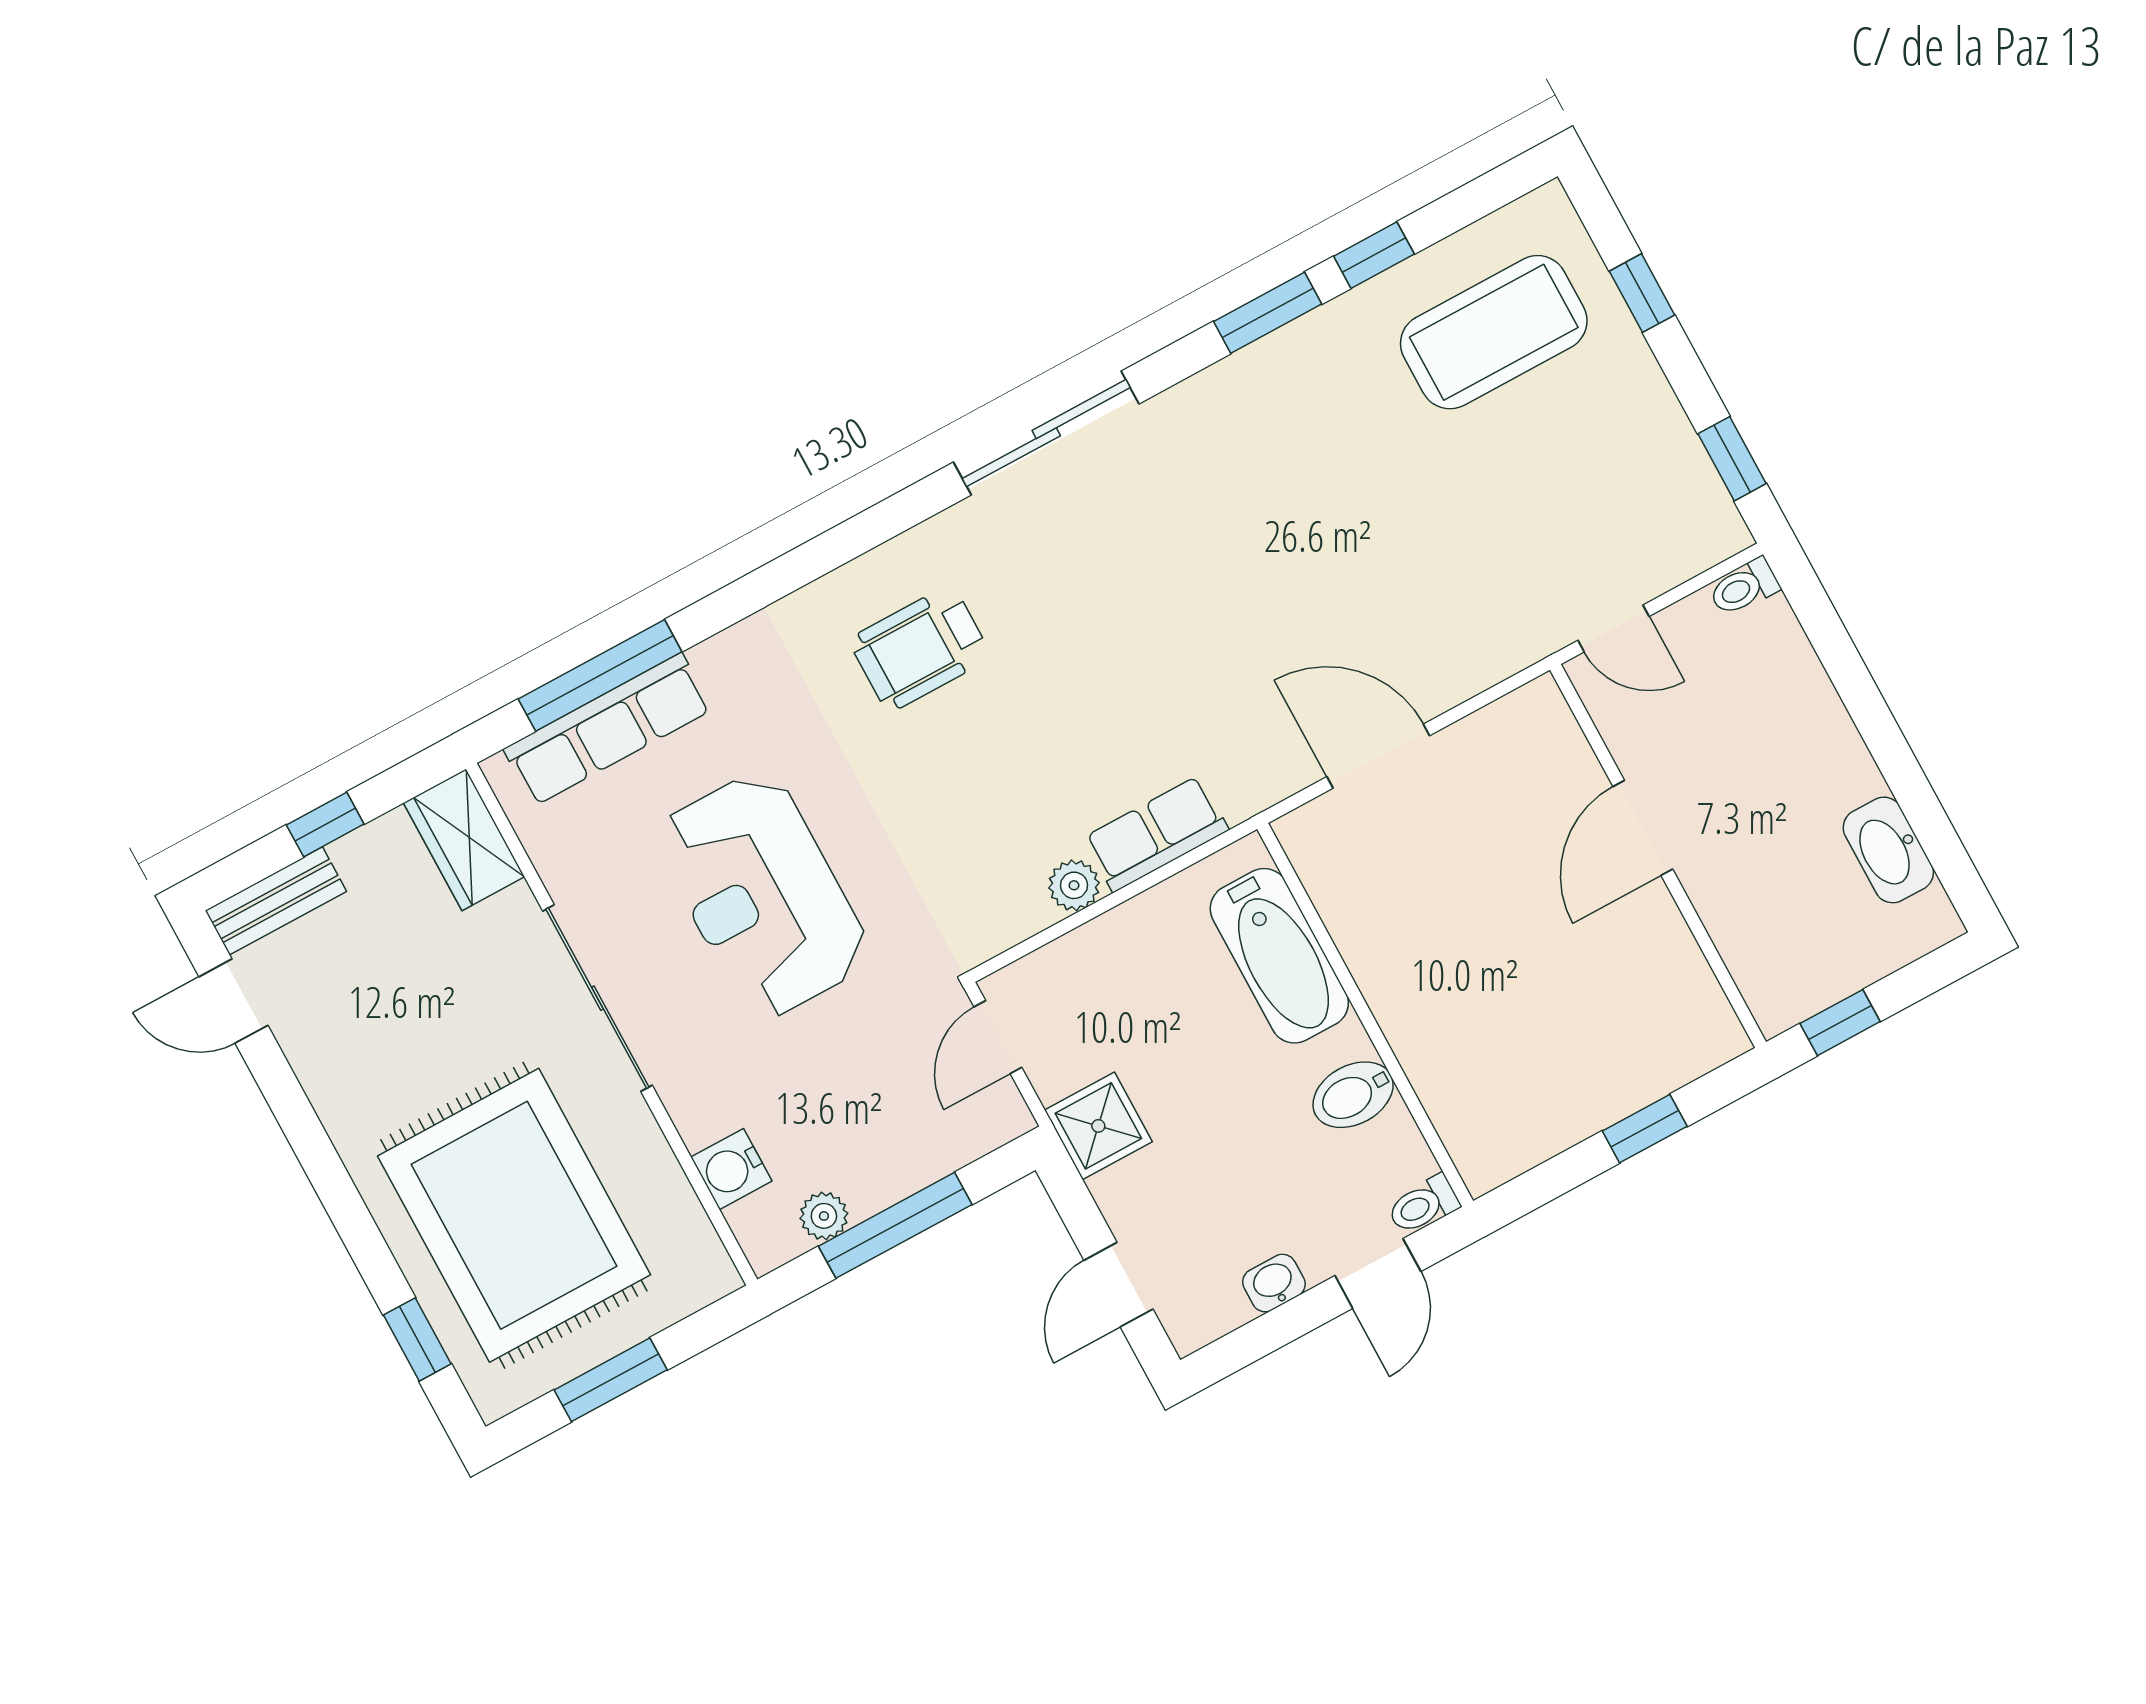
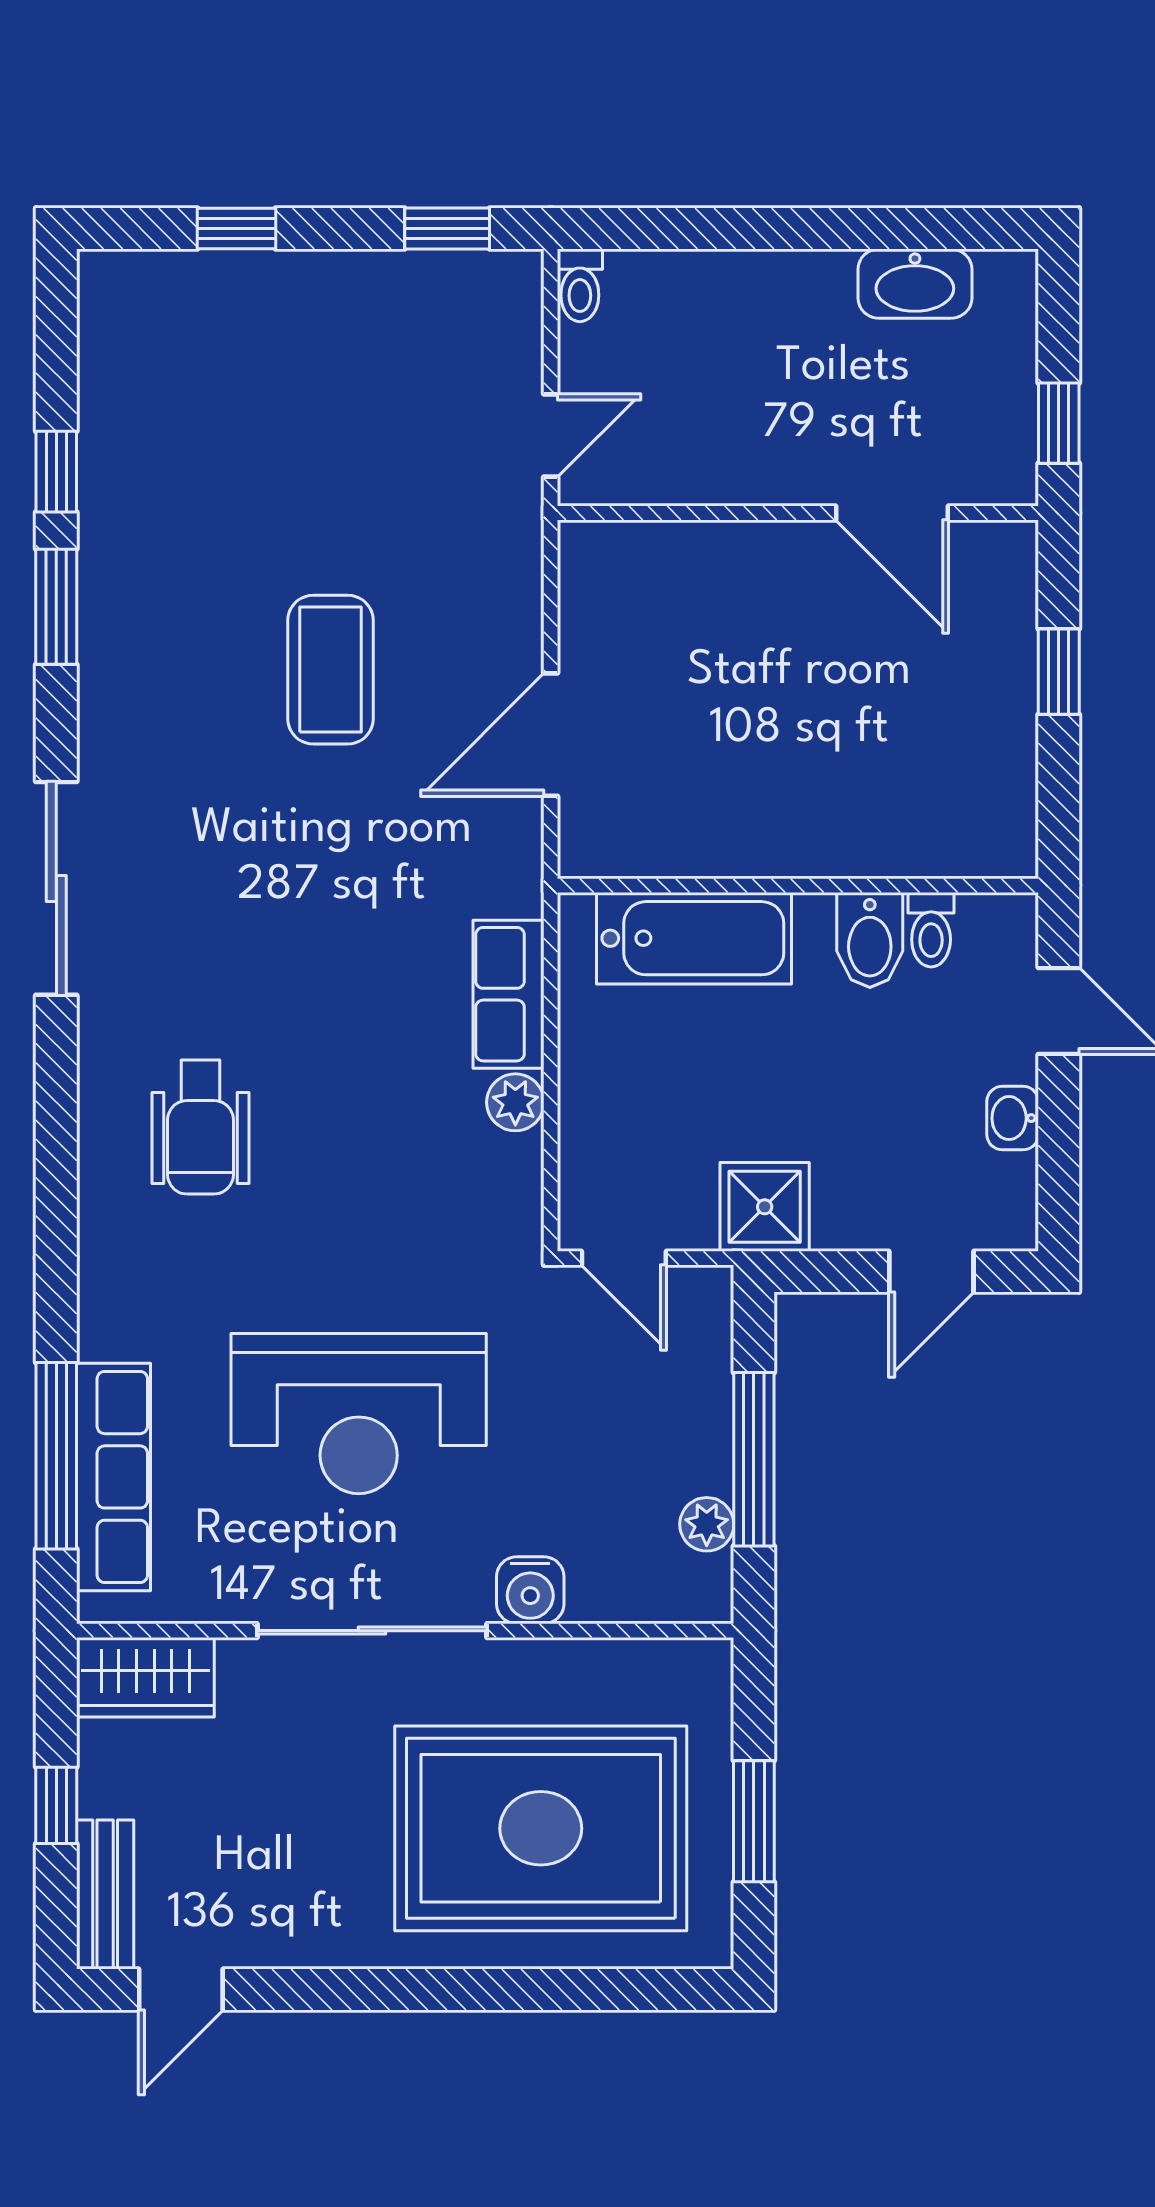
coffee table: (1494, 332) -> (331, 670), moved, width x0.73, depth x0.76
door: (1643, 828) -> (892, 513), moved
water cooler: (731, 1169) -> (530, 1590), moved
toilet: (1423, 1205) -> (931, 930), moved
door: (1119, 1285) -> (931, 1272), hinge flipped
window: (417, 1339) -> (611, 1990), removed

